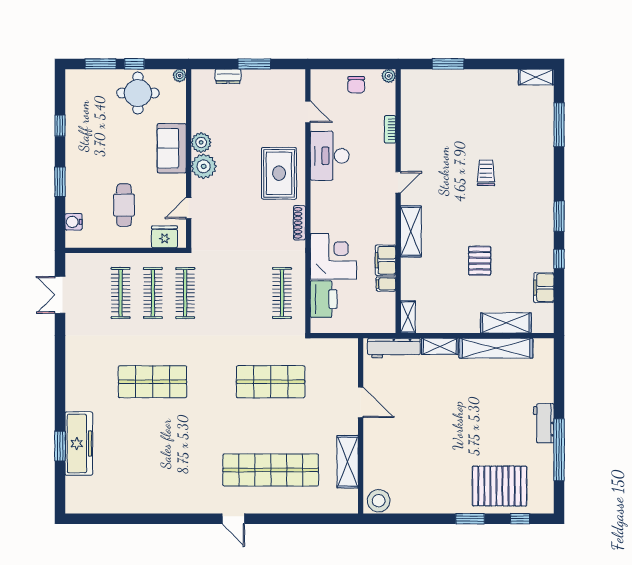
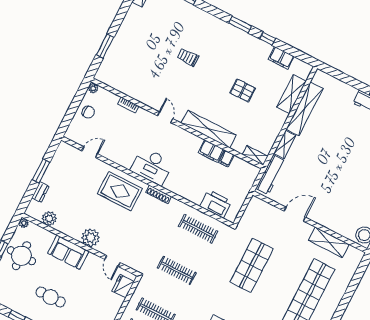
plant: (201, 142) -> (49, 219), moved
desk: (330, 156) -> (152, 166), moved
cafe table: (124, 205) -> (51, 297), moved
shelving: (411, 231) -> (209, 129), width x1.47
corner desk: (333, 256) -> (191, 184), removed
clothes rail: (185, 293) -> (177, 270), moved

